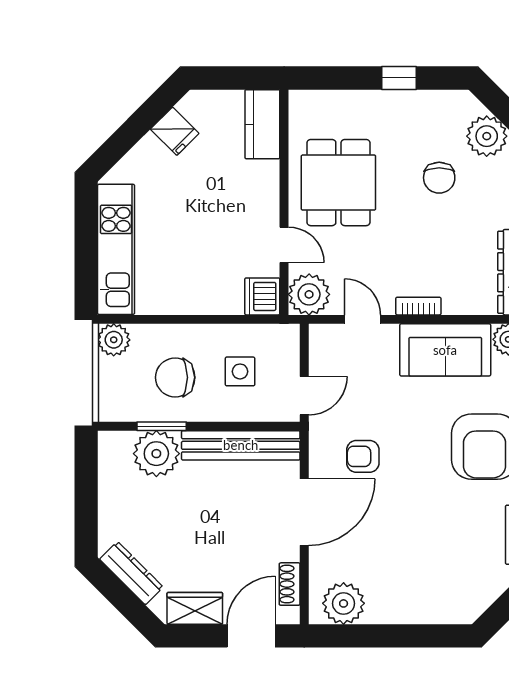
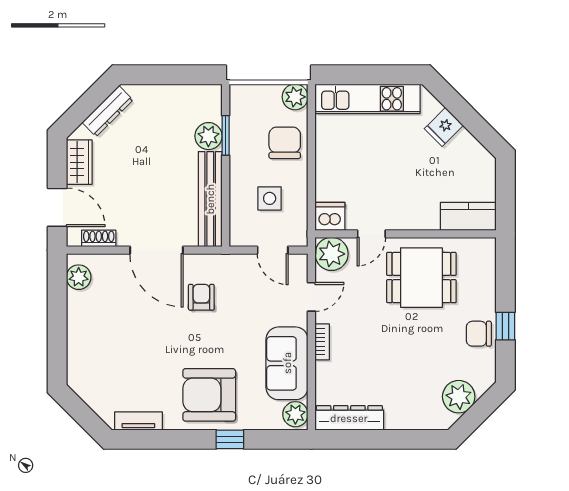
fridge: (175, 131) -> (444, 127), moved
chair: (439, 178) -> (479, 334), moved
chair: (175, 377) -> (285, 143), moved
door: (304, 396) -> (273, 250), moved
plant: (156, 454) -> (208, 136), width x0.73, depth x0.73
plant: (344, 603) -> (79, 277), width x0.73, depth x0.73

